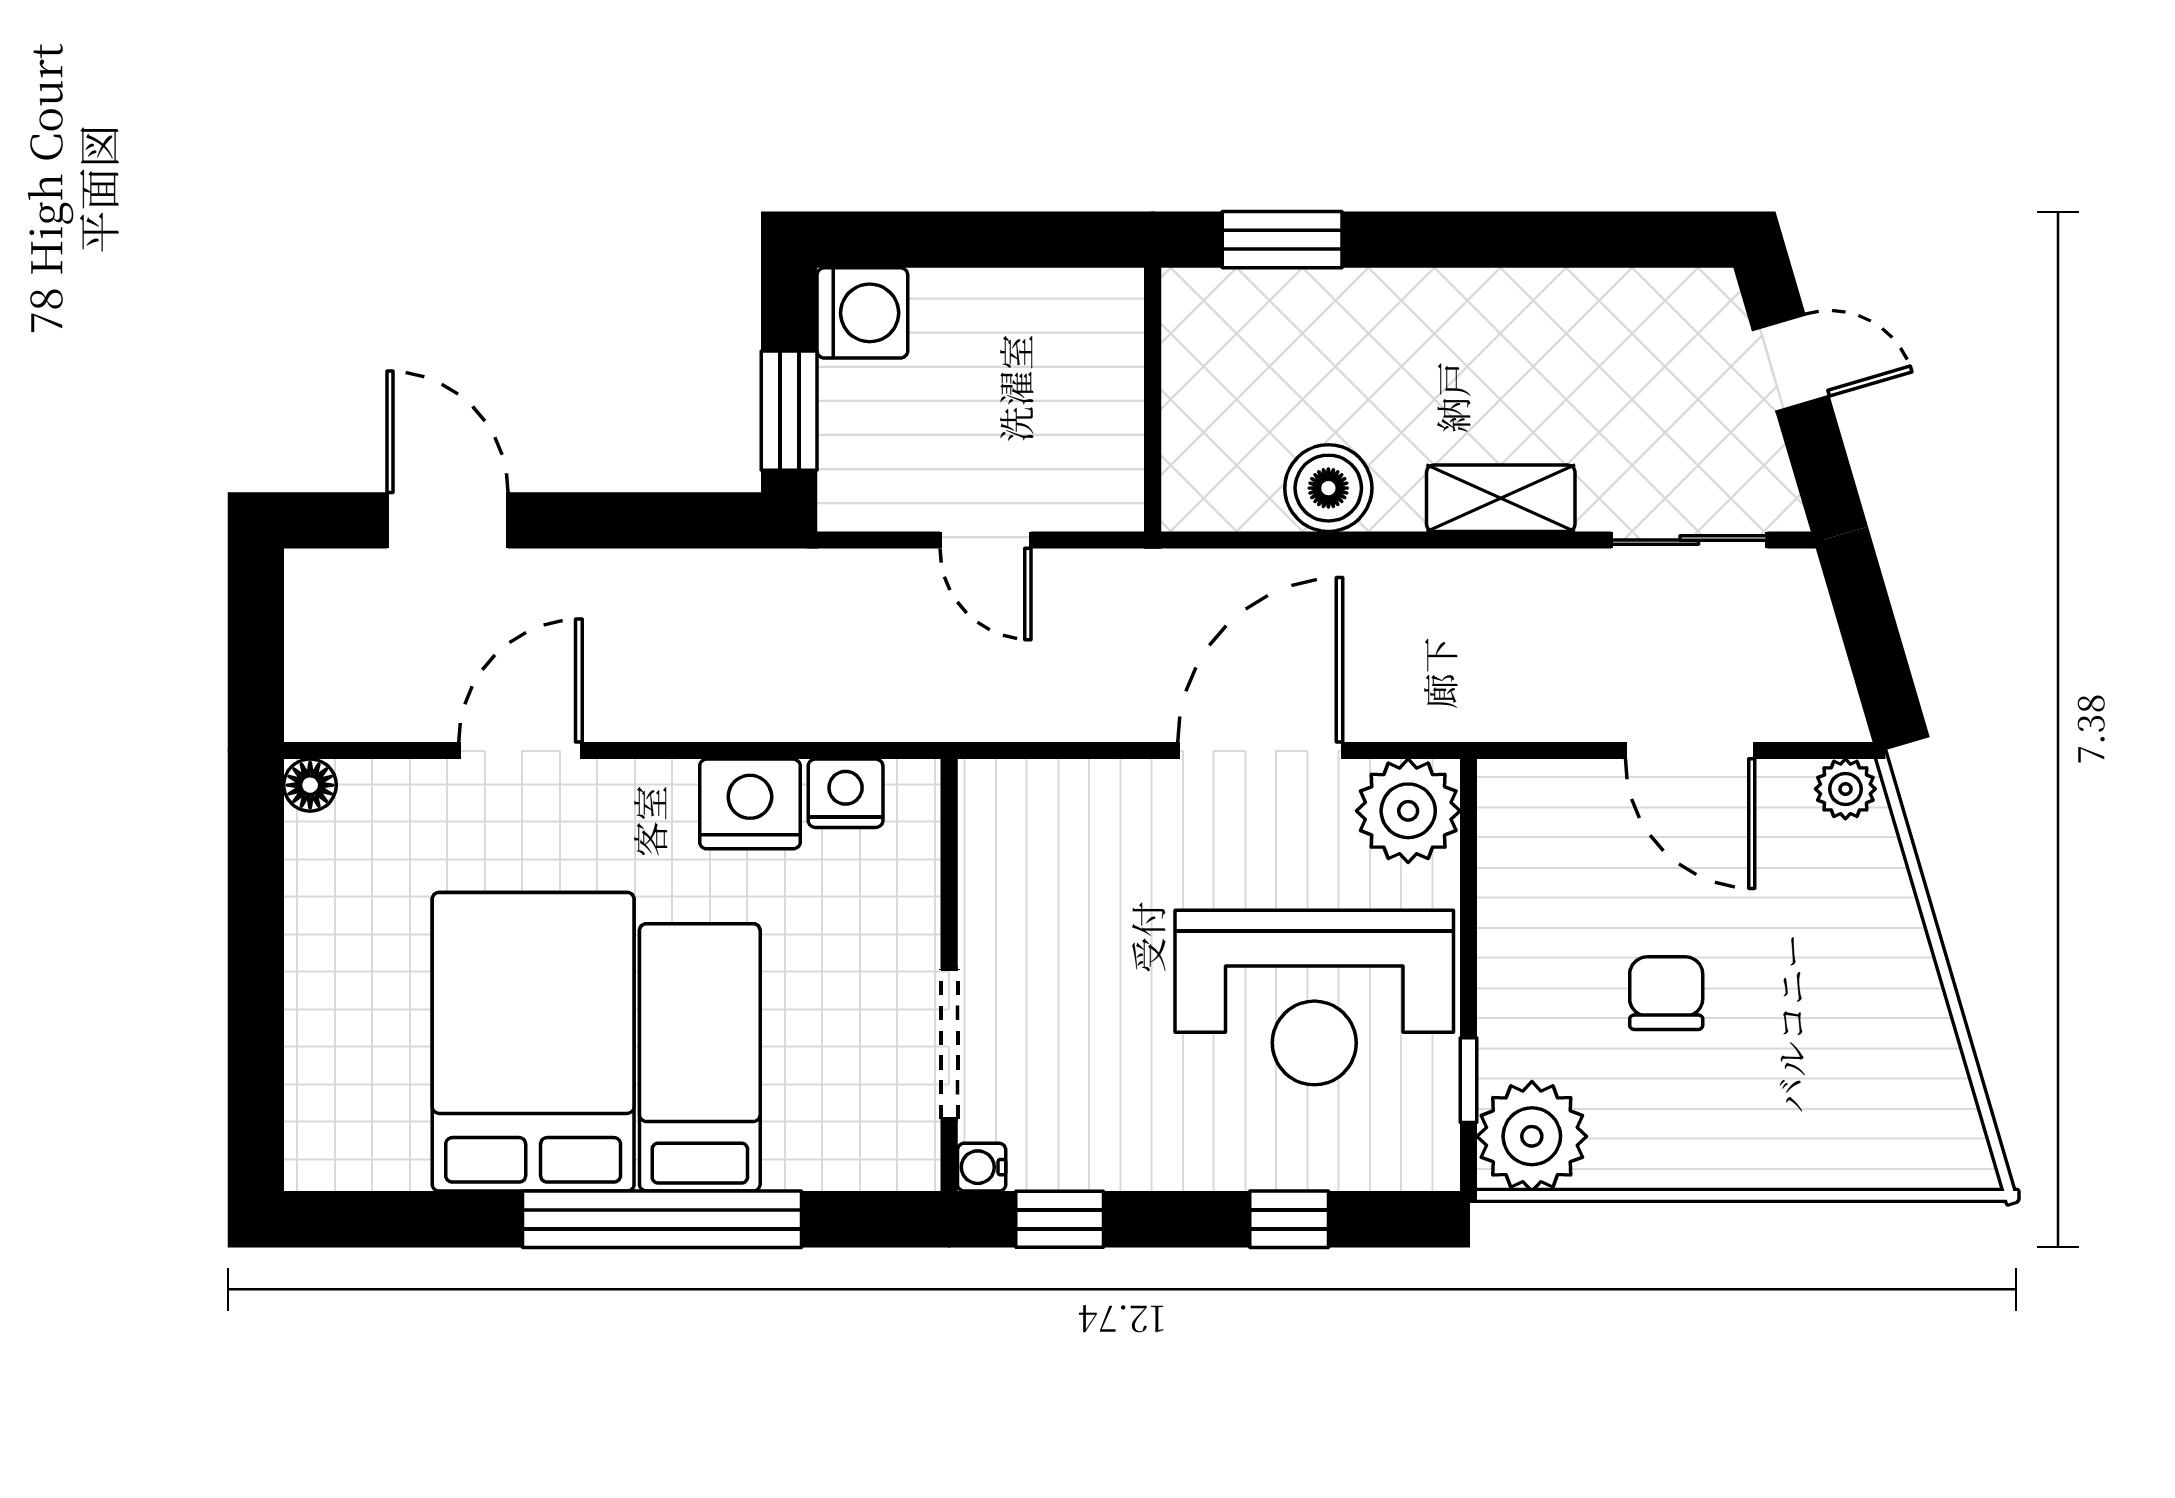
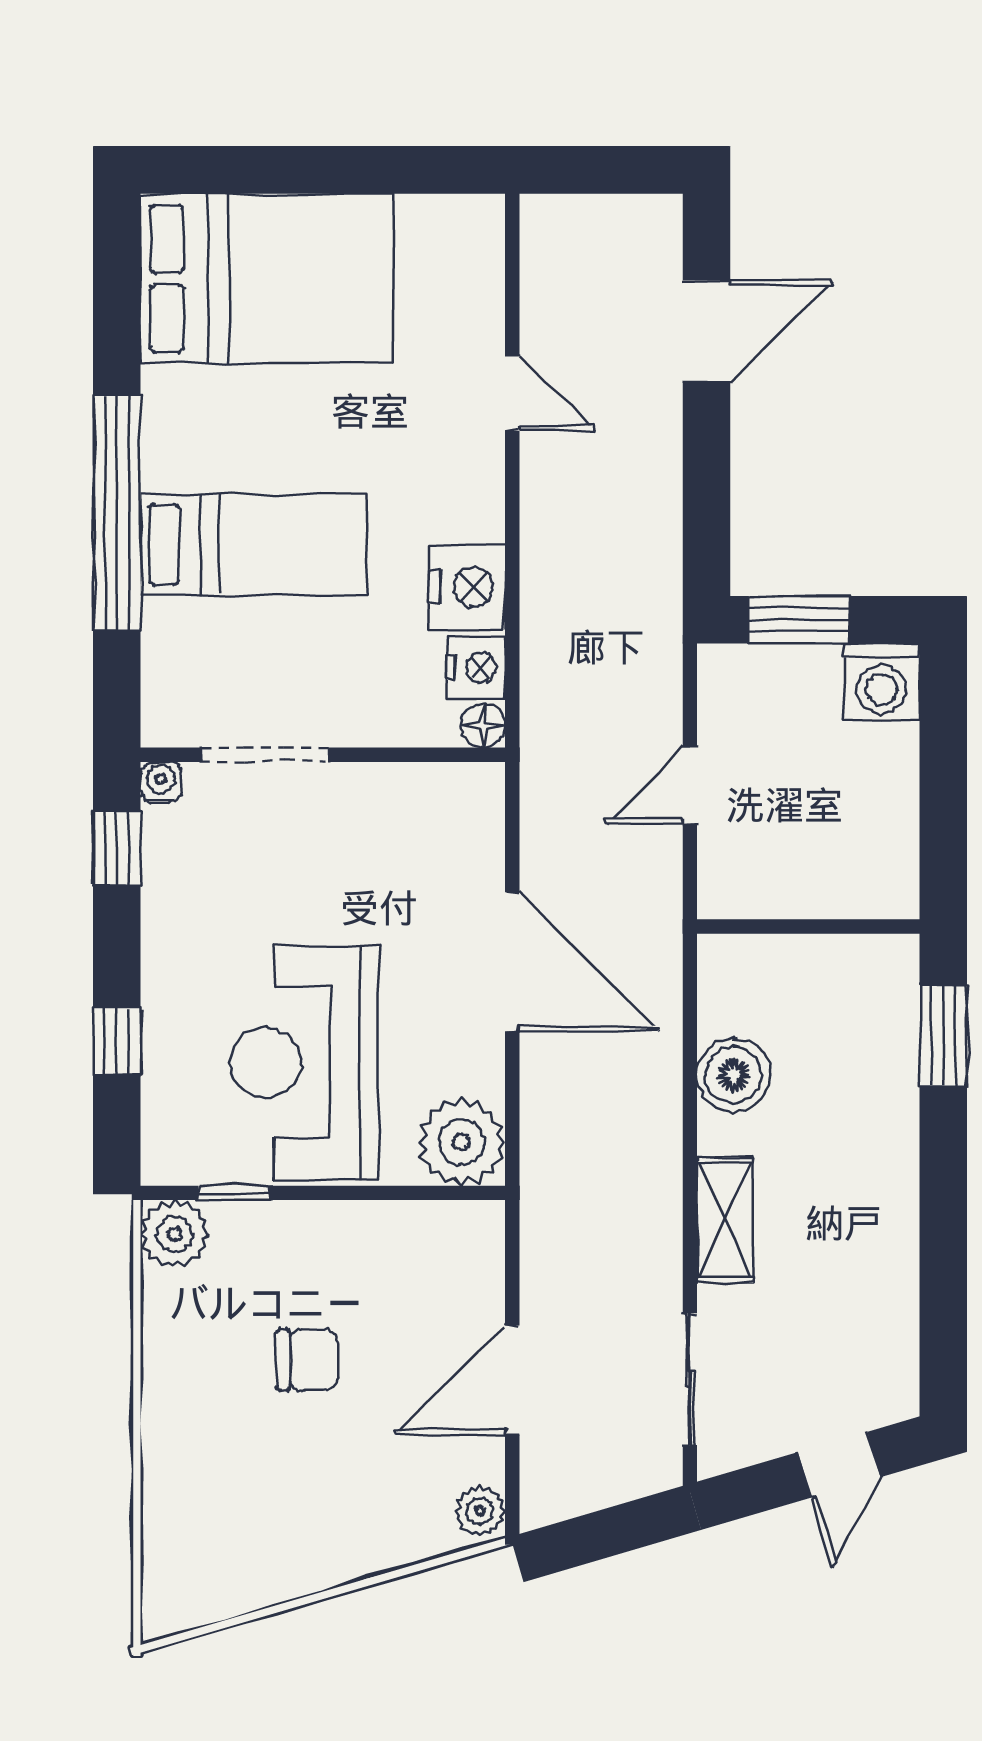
door: (520, 751) -> (512, 393), width x0.73
door: (1260, 751) -> (512, 962), moved
floor lamp: (310, 785) -> (483, 726), moved
bed: (533, 1042) -> (267, 279), moved
plant: (1532, 1136) -> (174, 1234), width x0.73, depth x0.73

